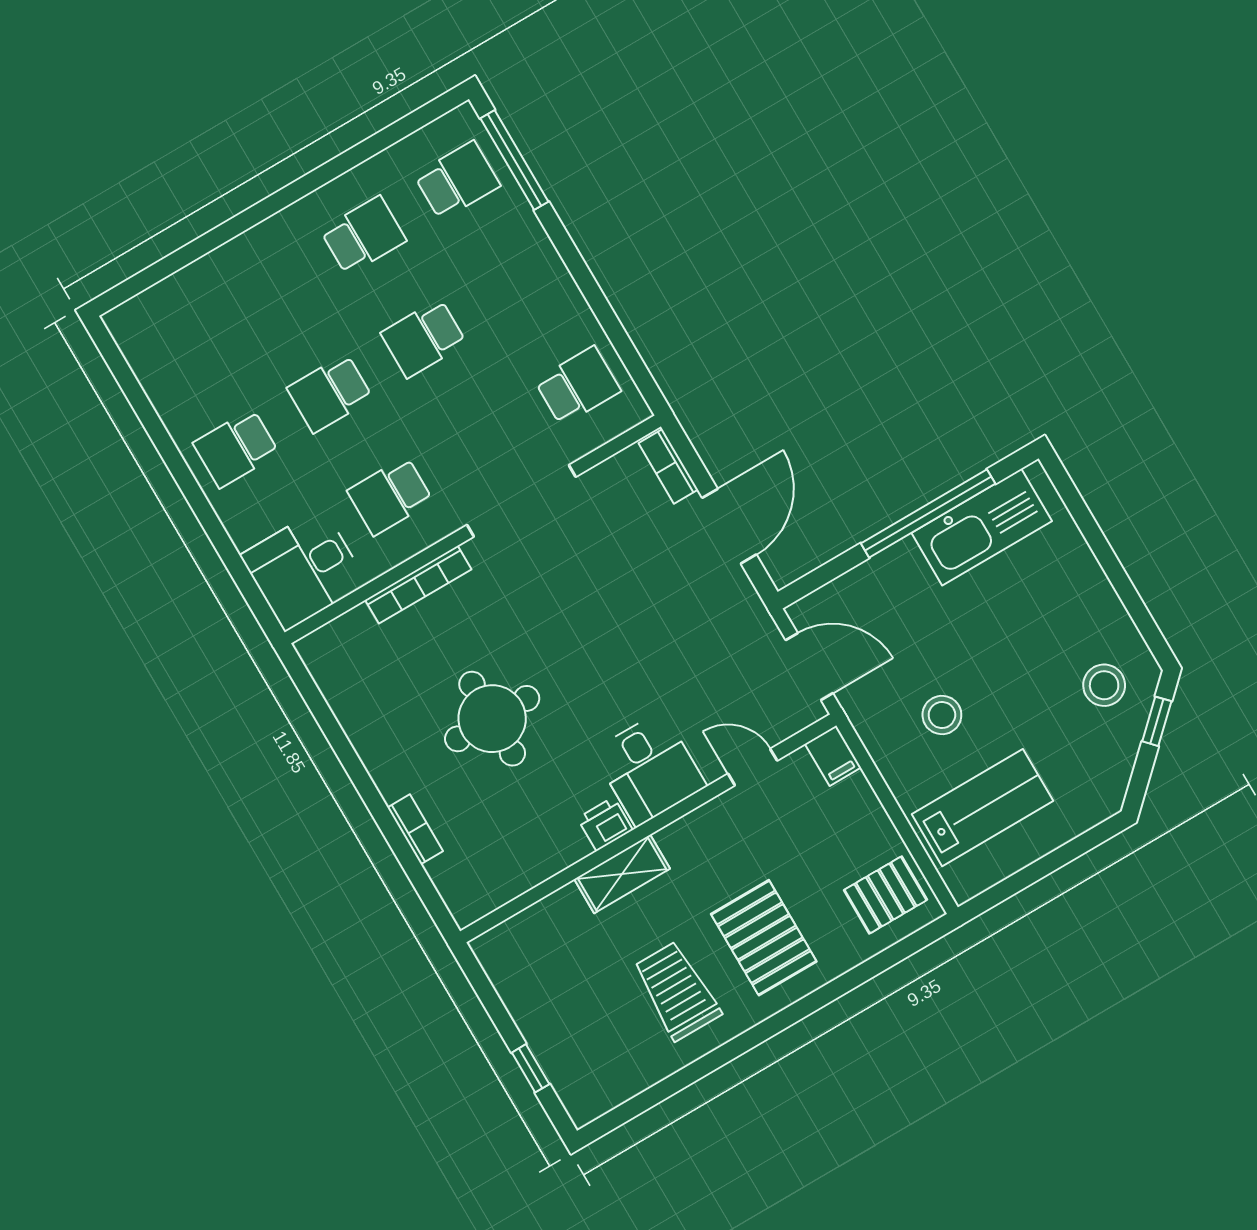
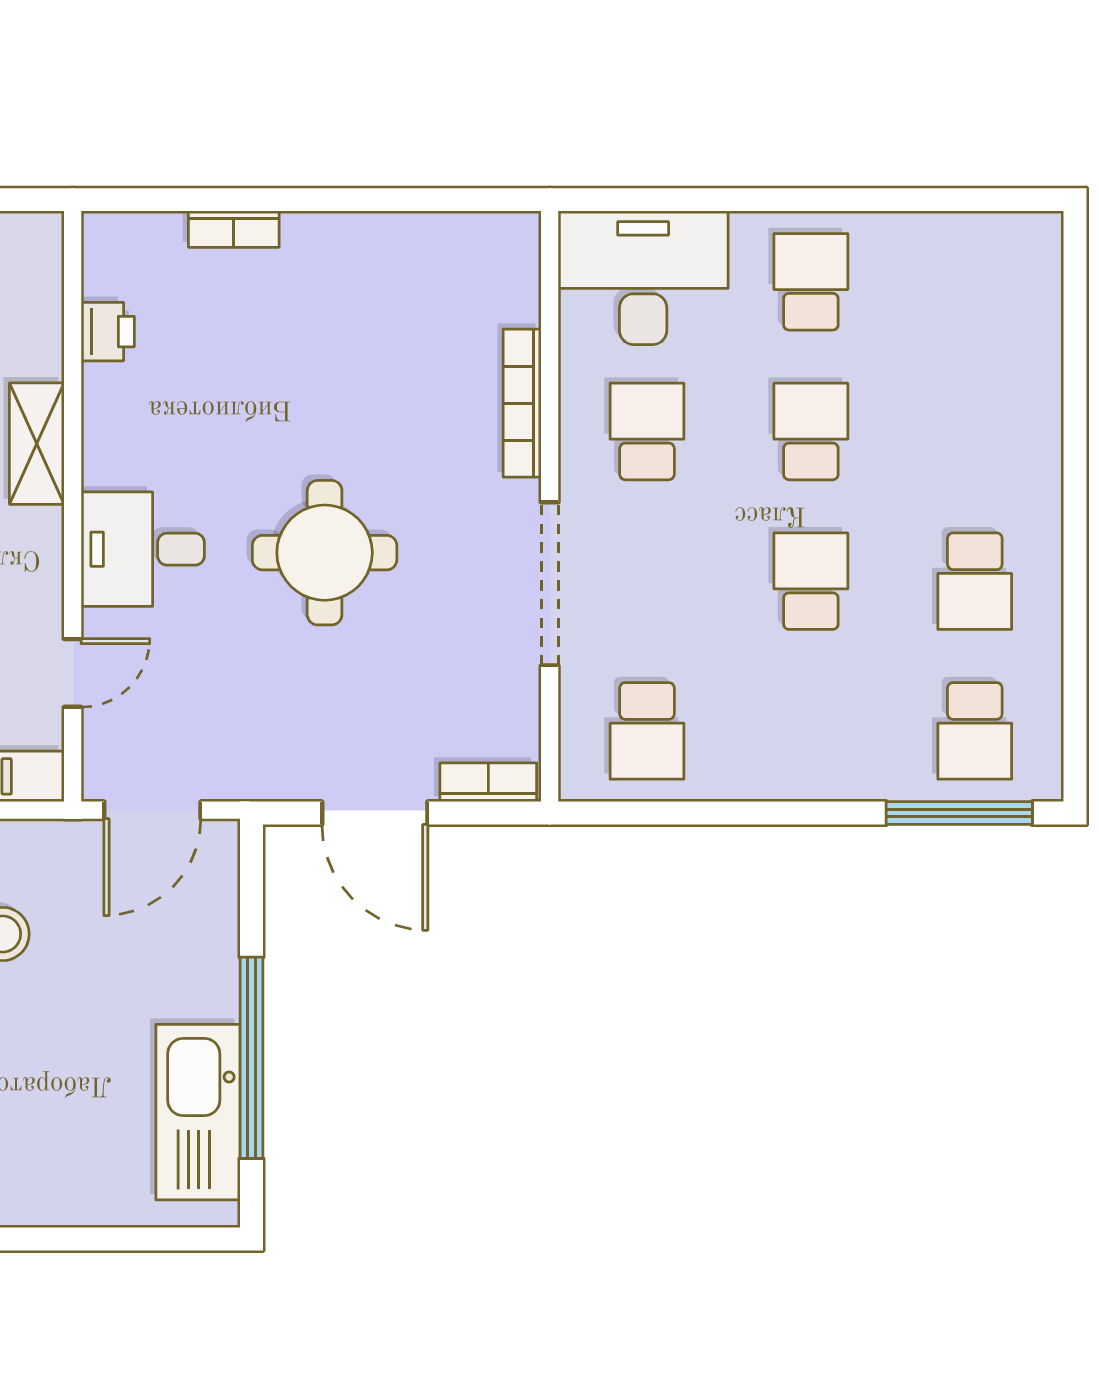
desk: (304, 569) -> (643, 278), width x1.37
round table: (492, 719) -> (325, 553), moved
printer: (605, 824) -> (108, 332), moved

